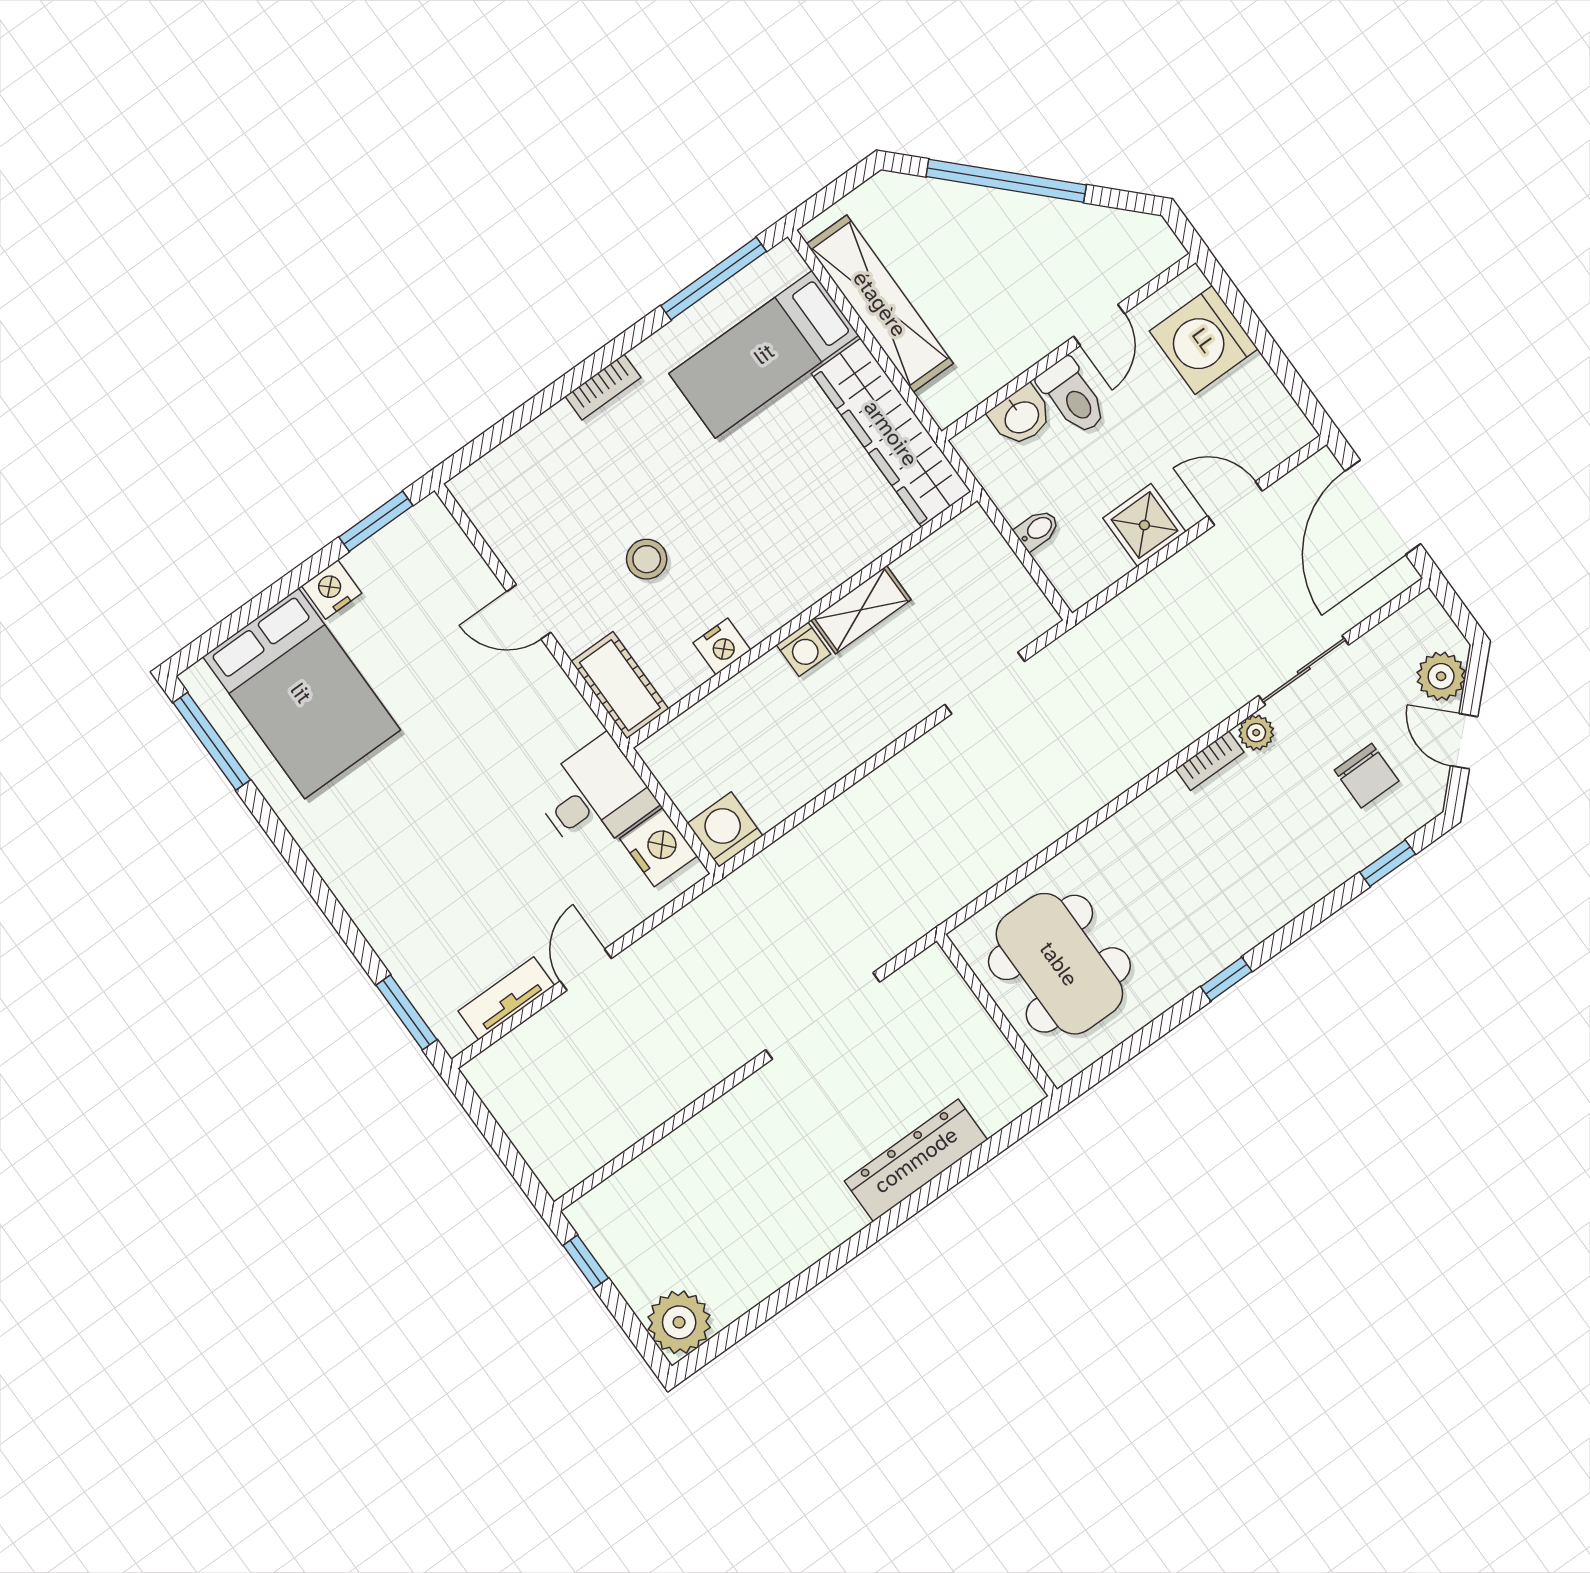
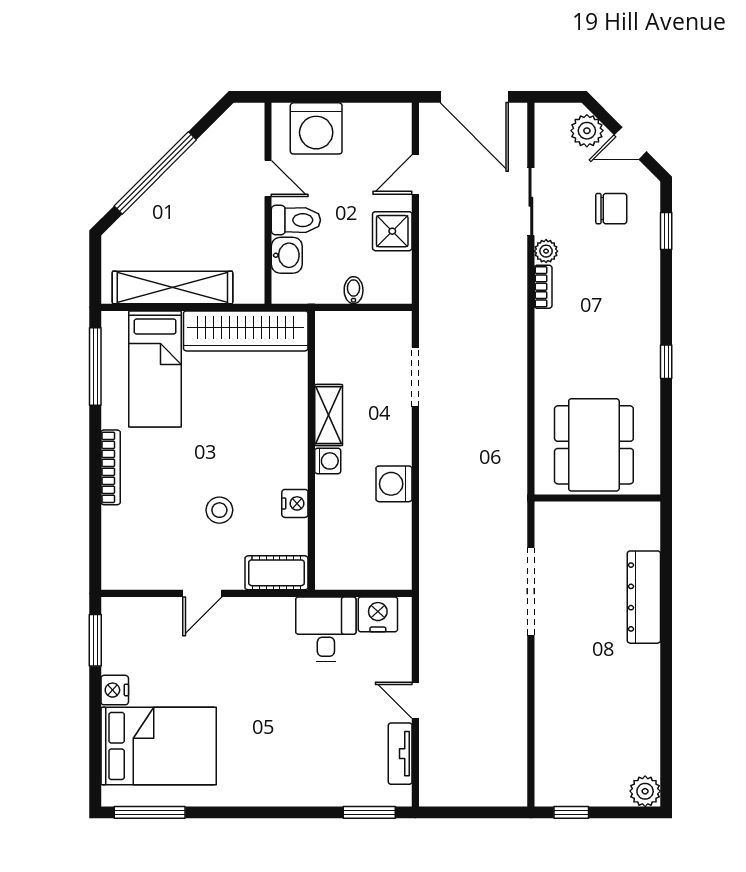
bookcase: (603, 387) -> (111, 467), width x1.56
washing machine: (725, 830) -> (394, 484), moved
dining table: (1059, 964) -> (594, 445), turned 90
plant: (679, 1322) -> (645, 791), width x0.73, depth x0.73

